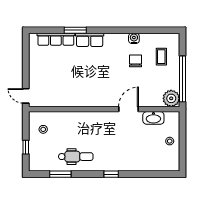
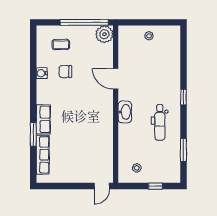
washbasin: (153, 118) -> (125, 112), moved
dental chair: (76, 157) -> (160, 122), moved, turned 180

